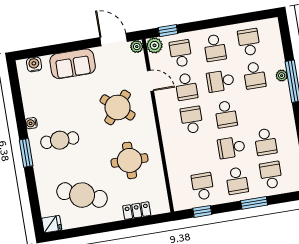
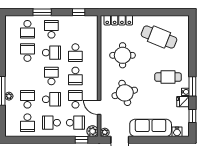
school desk: (215, 48) -> (51, 123), turned -90
school desk: (181, 53) -> (75, 123), turned -90
sofa: (73, 64) -> (151, 128), width x1.36
window: (16, 91) -> (192, 116), added
round table: (118, 107) -> (125, 93), turned 33
window: (26, 153) -> (192, 86), moved
school desk: (203, 186) -> (75, 53), moved
locker: (137, 211) -> (118, 20), width x1.53
fridge: (52, 224) -> (183, 102), moved

